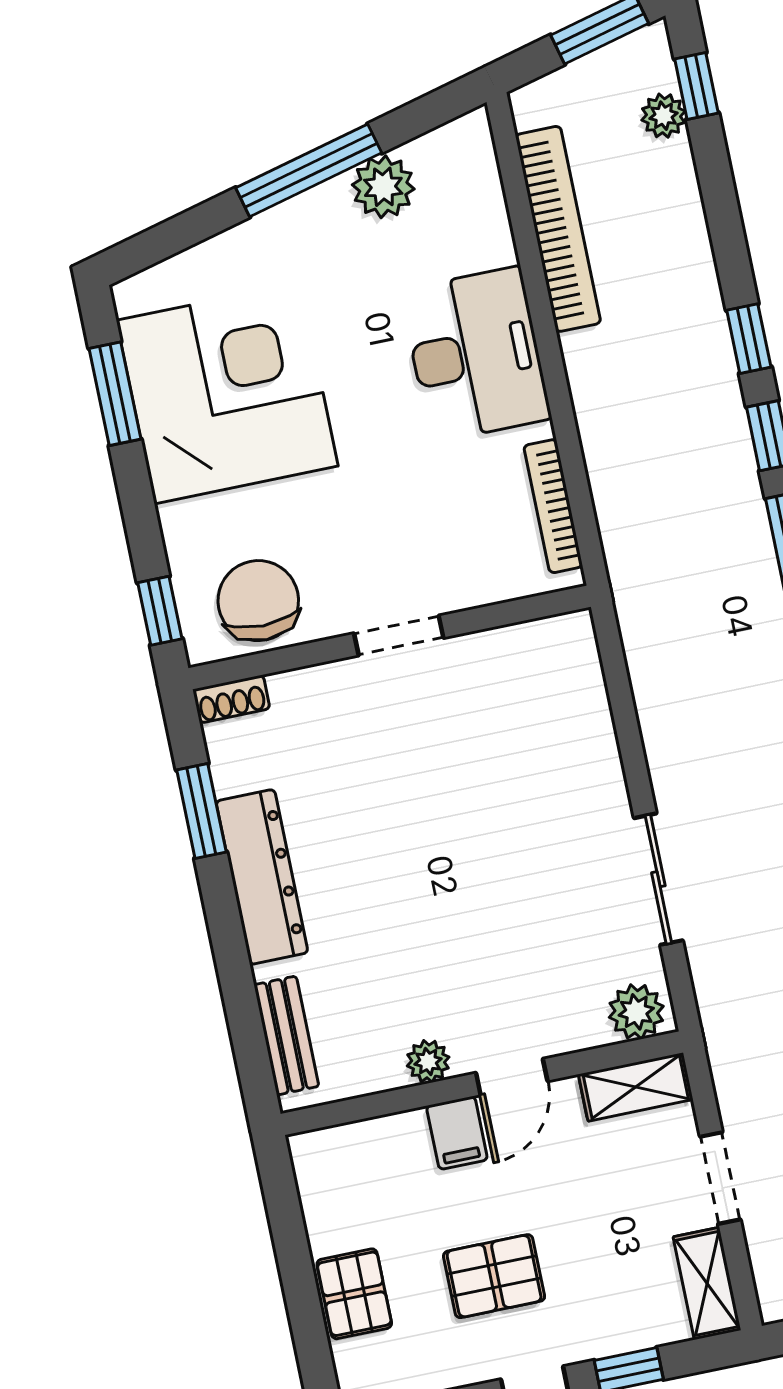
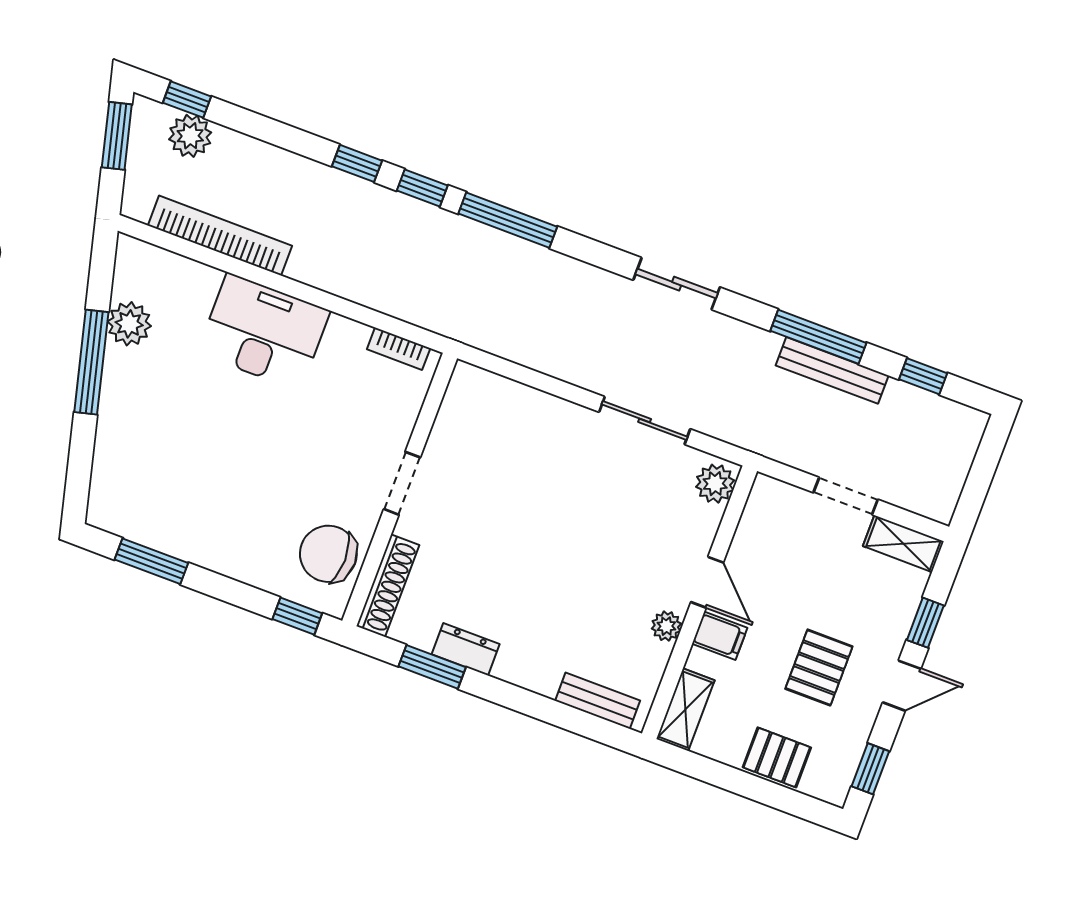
plant: (663, 116) -> (190, 136), width x1.38, depth x1.38
corner desk: (227, 393) -> (193, 494), removed
bookcase: (553, 506) -> (399, 349), width x0.64
shoe rack: (231, 699) -> (388, 586), width x1.94, depth x1.24
dresser: (262, 877) -> (466, 649), width x0.51, depth x0.80
shelving: (636, 1087) -> (685, 710), moved

